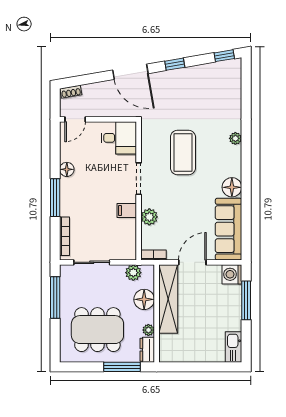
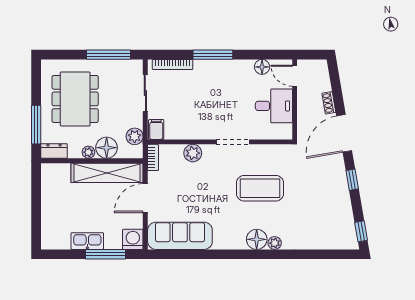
shoe rack: (71, 92) -> (329, 103), moved
desk: (119, 138) -> (274, 106), moved, turned -90
floor lamp: (67, 169) -> (262, 67), moved
floor lamp: (232, 187) -> (257, 239), moved
filing cabinet: (127, 210) -> (156, 129), moved
door: (192, 262) -> (145, 198), swing flipped
plant: (148, 330) -> (88, 152), moved
kitchen sink: (234, 347) -> (87, 241), moved

